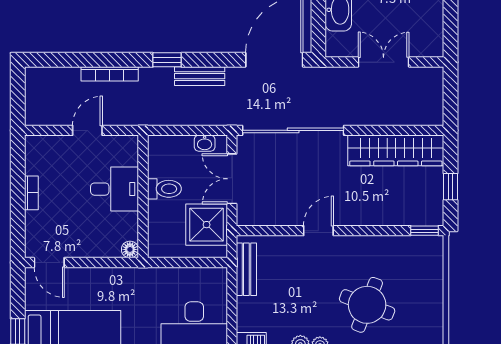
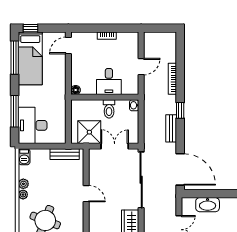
door: (87, 130) -> (141, 67), hinge flipped
washbasin: (205, 143) -> (134, 105), moved

